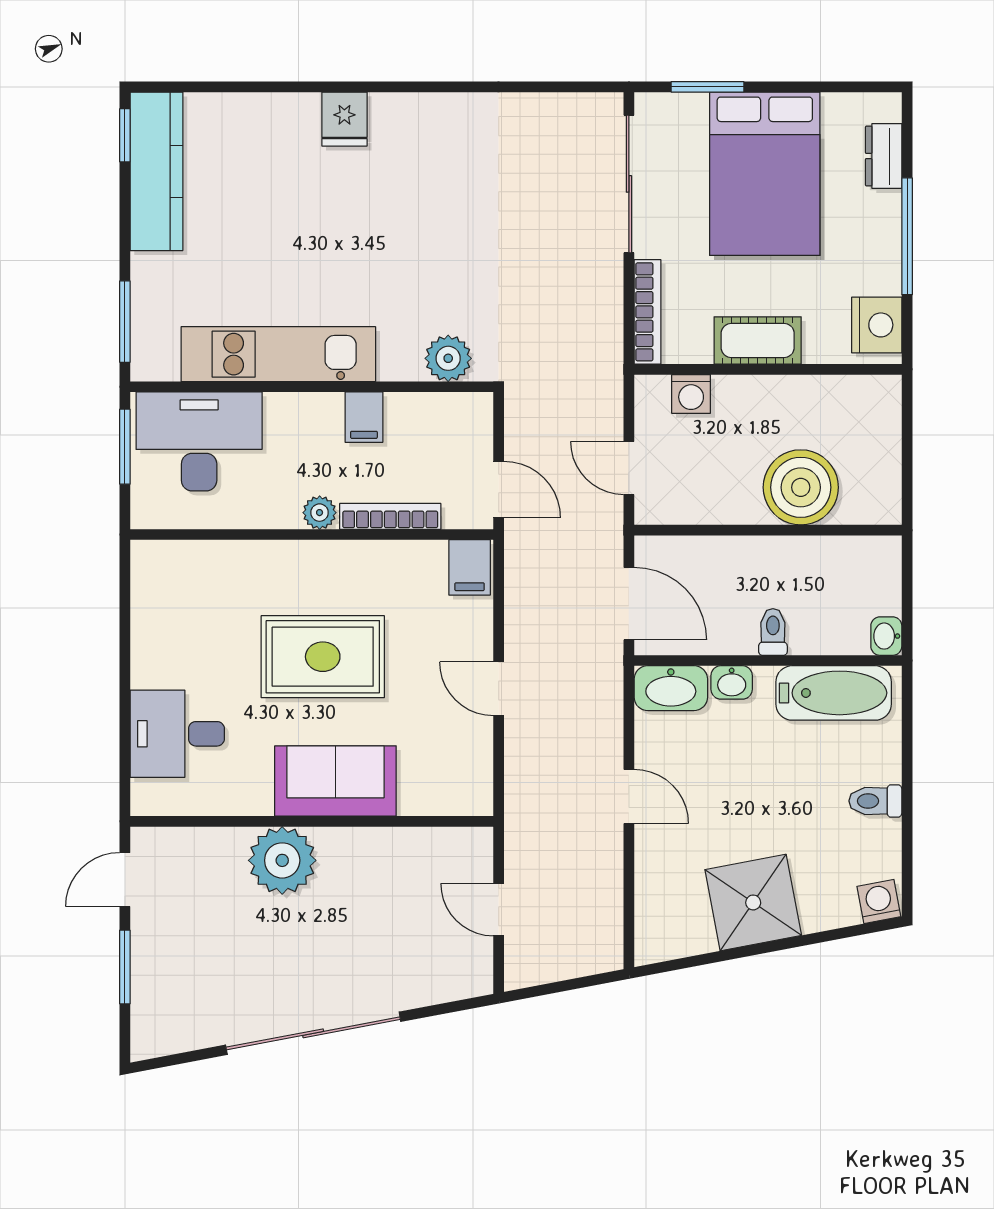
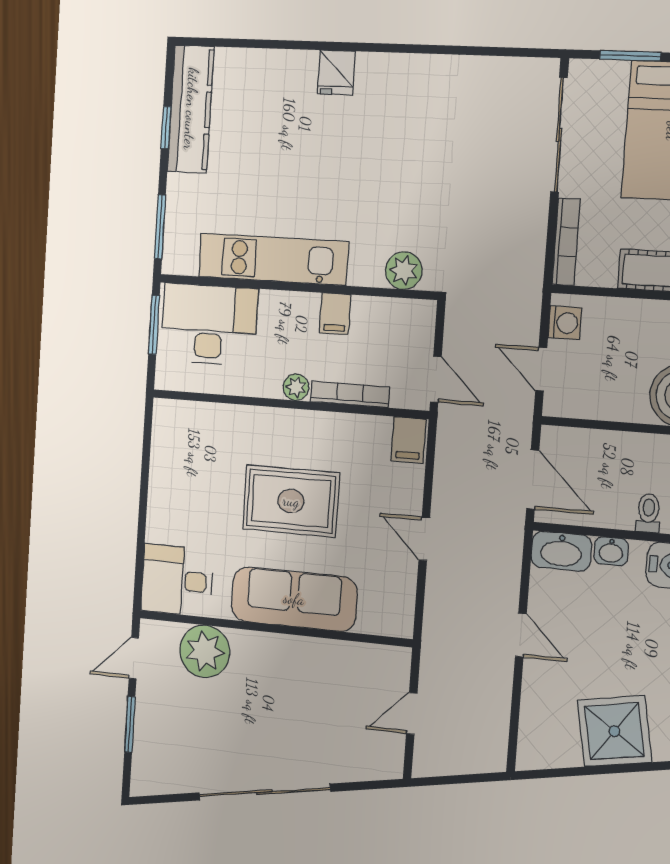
window: (125, 135) -> (166, 128), moved
washing machine: (691, 394) -> (565, 323), moved, turned -90
desk: (177, 734) -> (177, 580), moved
sofa: (335, 781) -> (294, 599), width x1.36
plant: (282, 860) -> (205, 651), moved
door: (499, 910) -> (412, 713), hinge flipped

